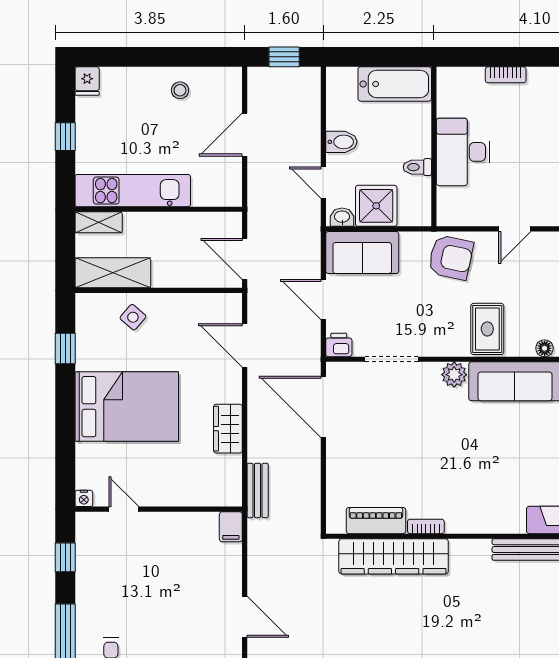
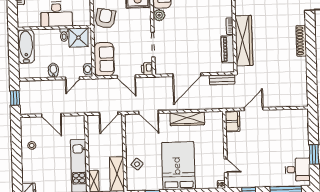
shower: (376, 206) -> (78, 38), moved
door: (323, 300) -> (126, 77), hinge flipped
door: (245, 345) -> (149, 112), hinge flipped
door: (323, 407) -> (187, 75), moved
wardrobe: (228, 429) -> (187, 119), width x1.50
bench: (258, 490) -> (222, 80), moved
door: (124, 509) -> (226, 166), swing flipped
filing cabinet: (231, 527) -> (233, 121), width x2.00
door: (245, 617) -> (254, 109), moved

